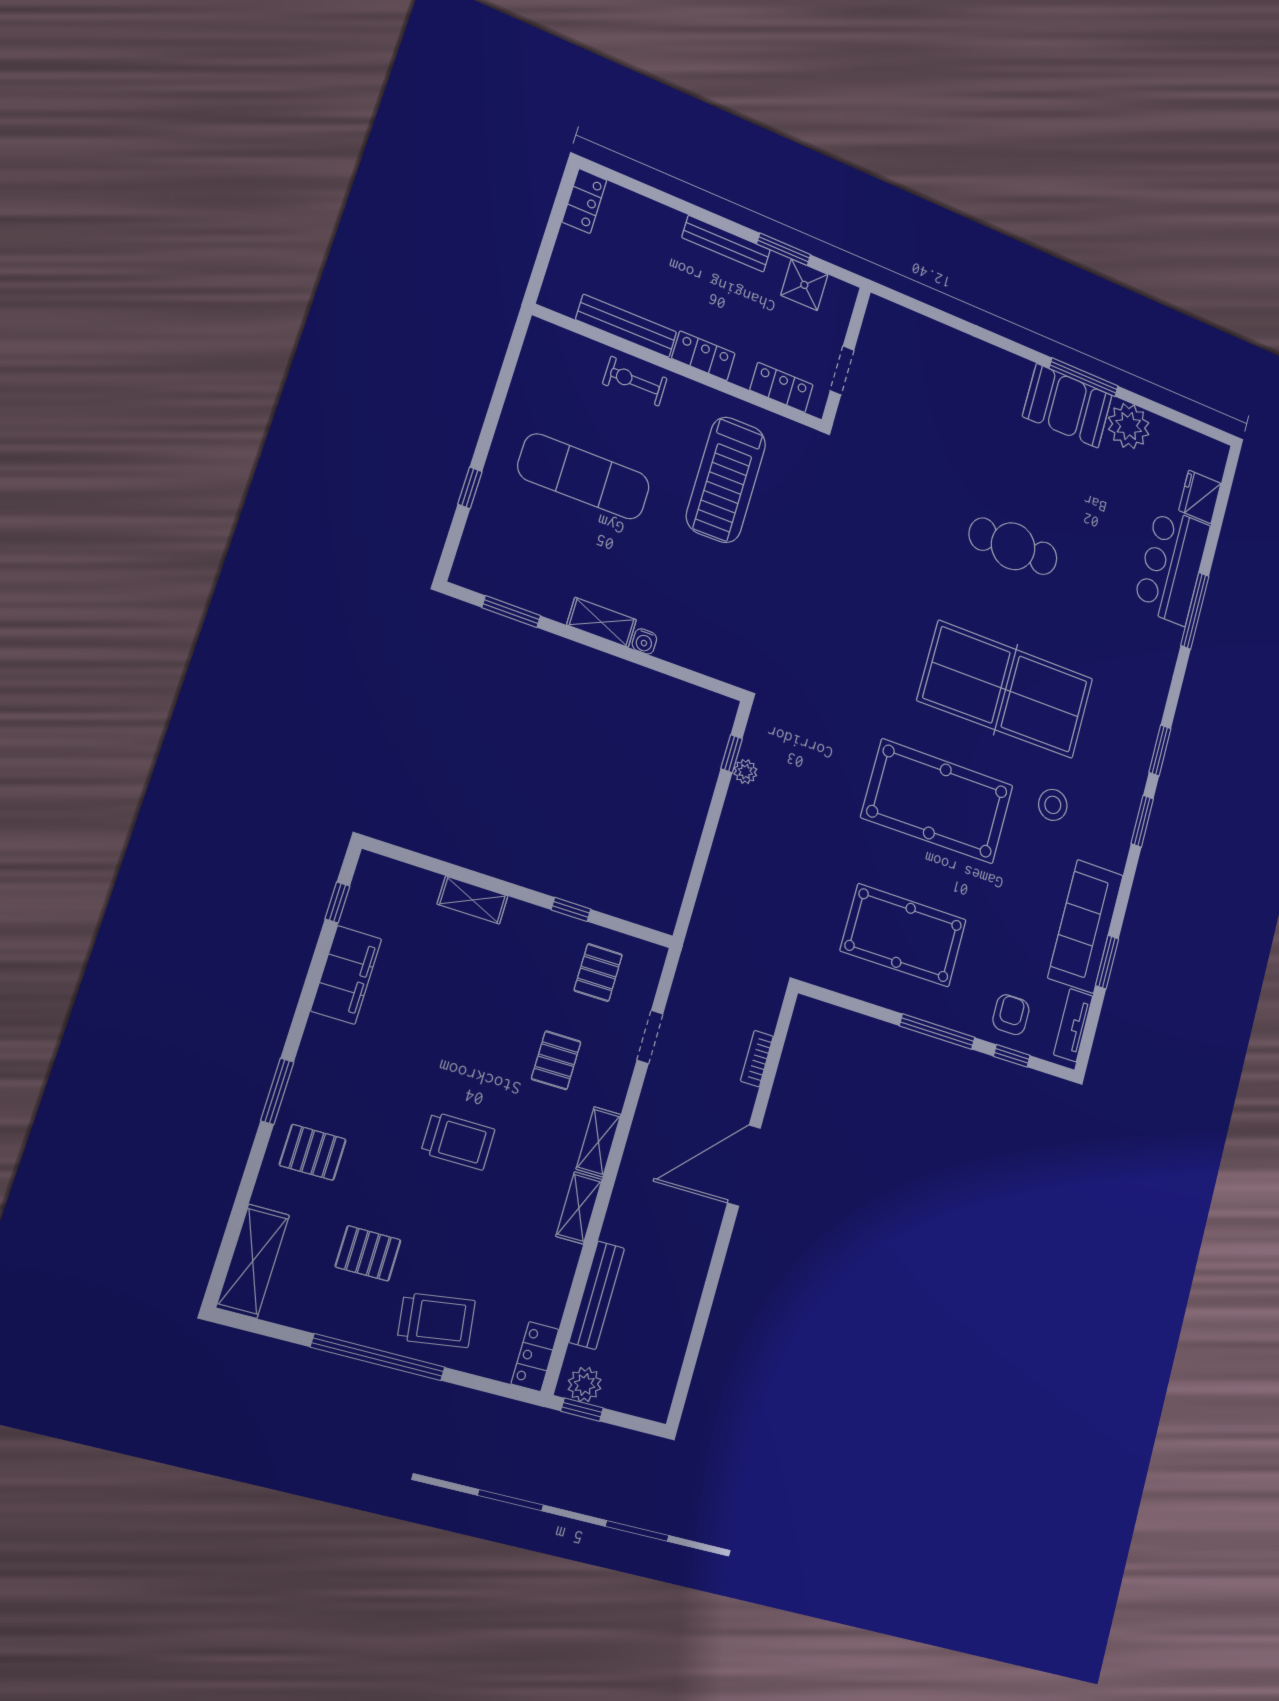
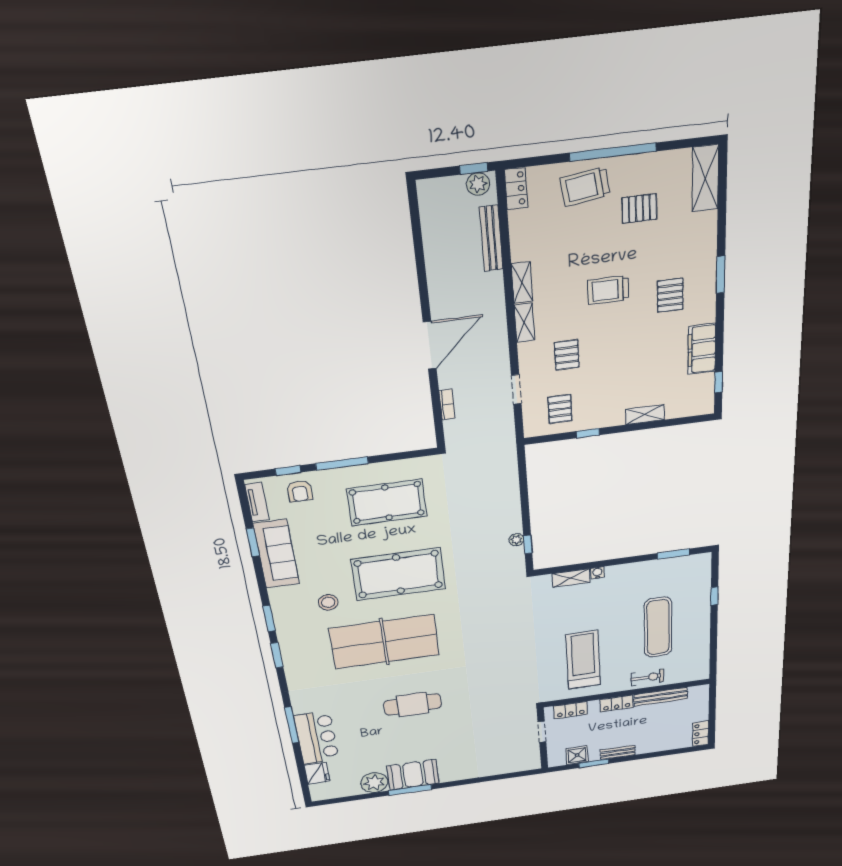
bench: (726, 244) -> (618, 752), width x0.73
exercise mat: (584, 476) -> (658, 627), turned 90
shelving: (602, 622) -> (571, 578), moved
pallet: (313, 1152) -> (670, 295), moved, turned 90

